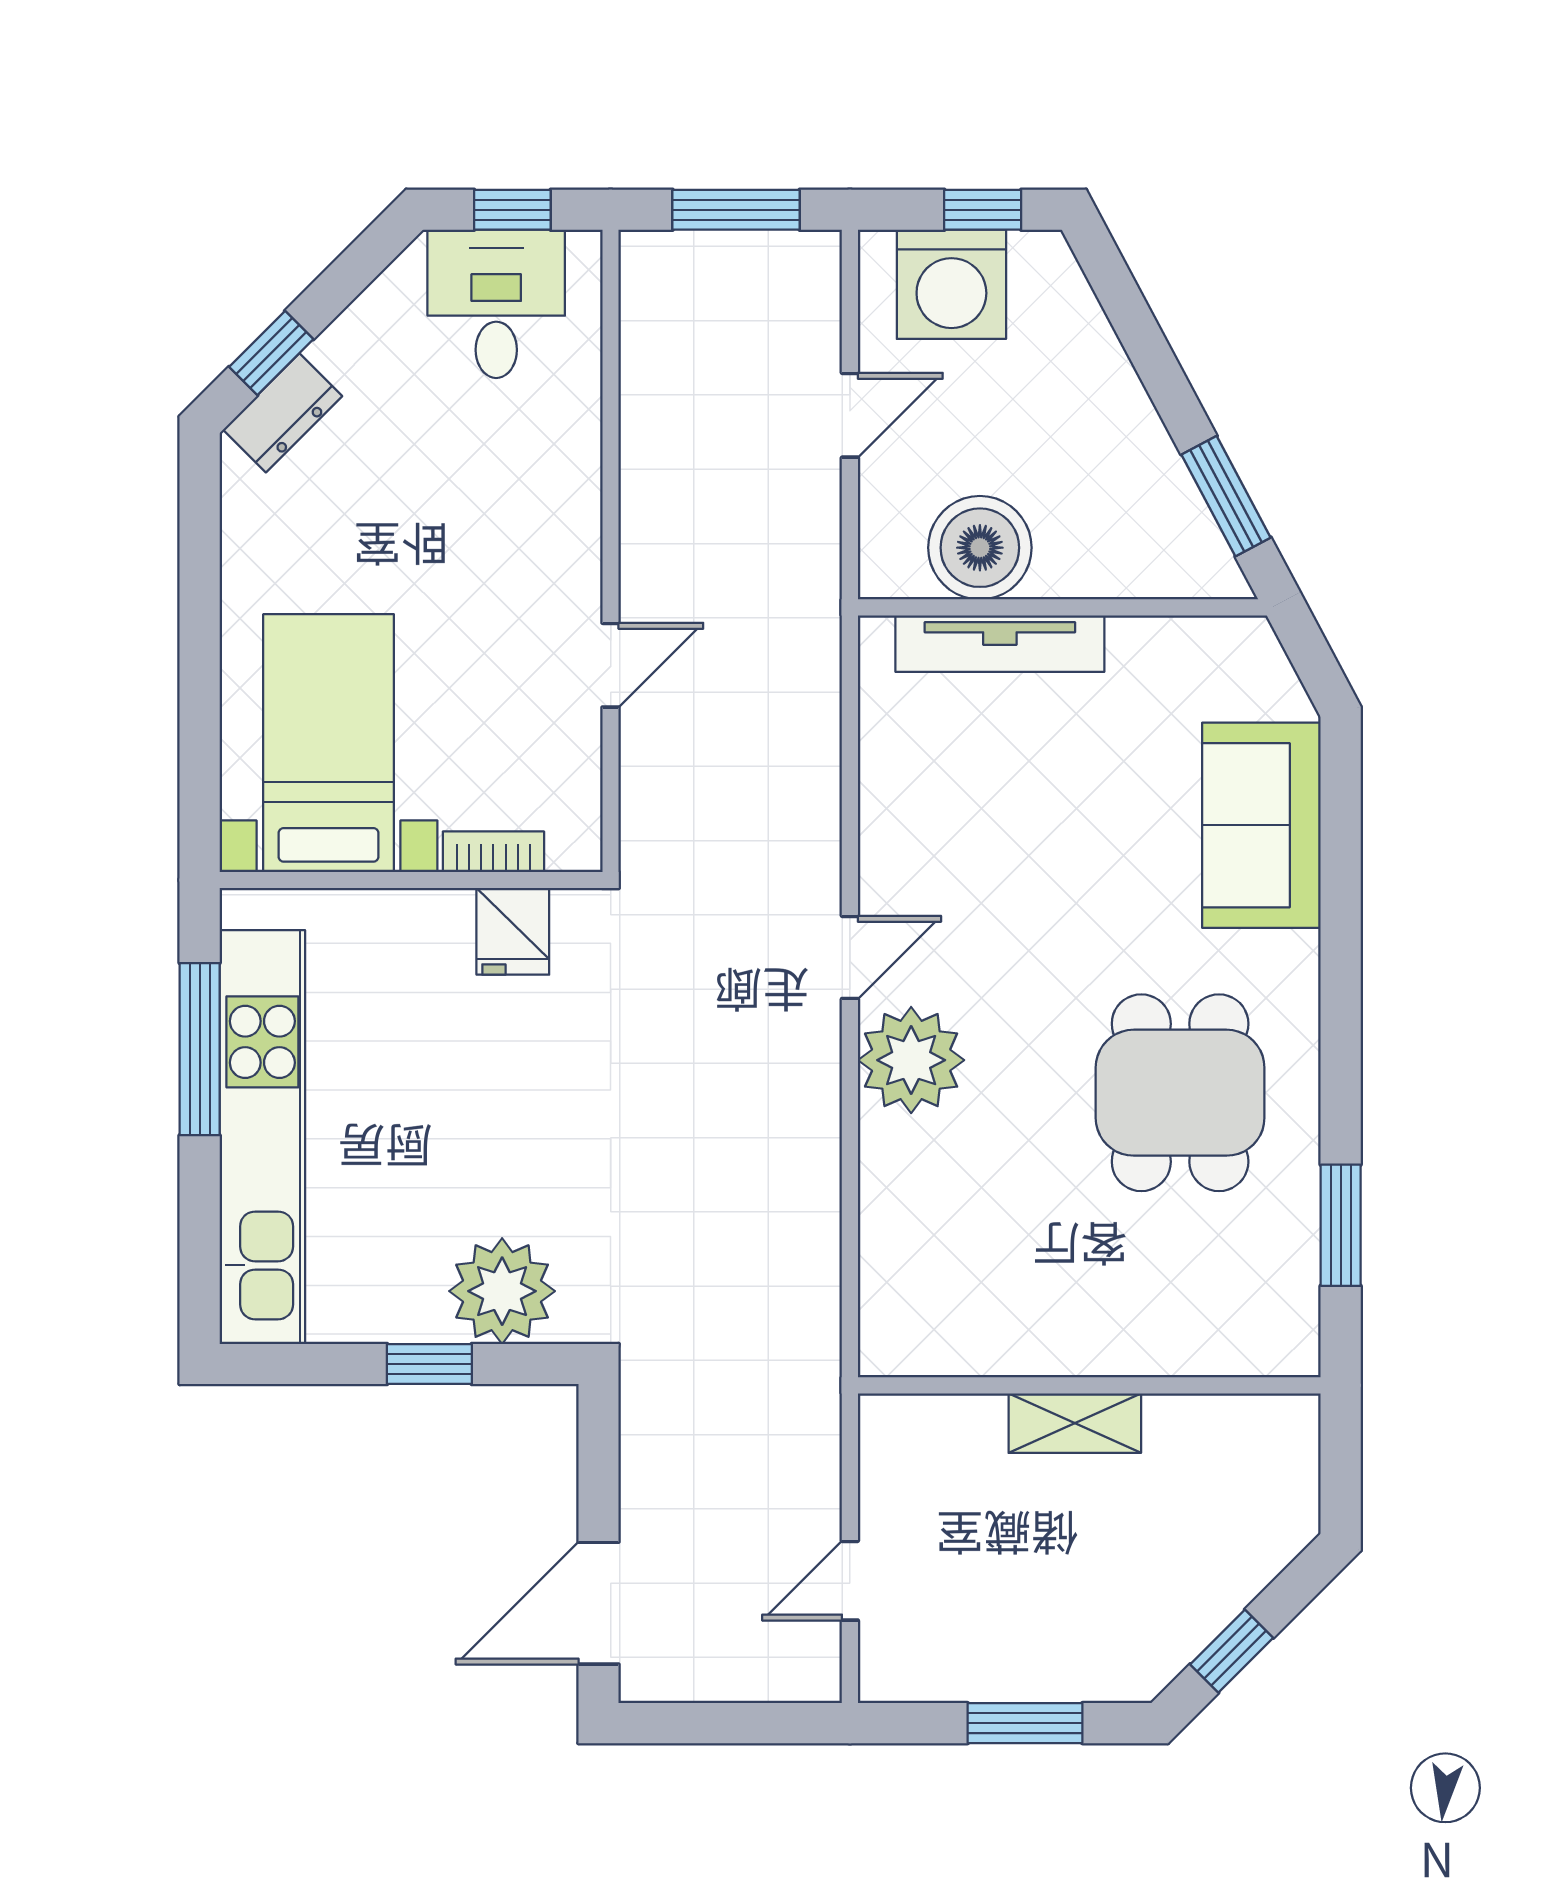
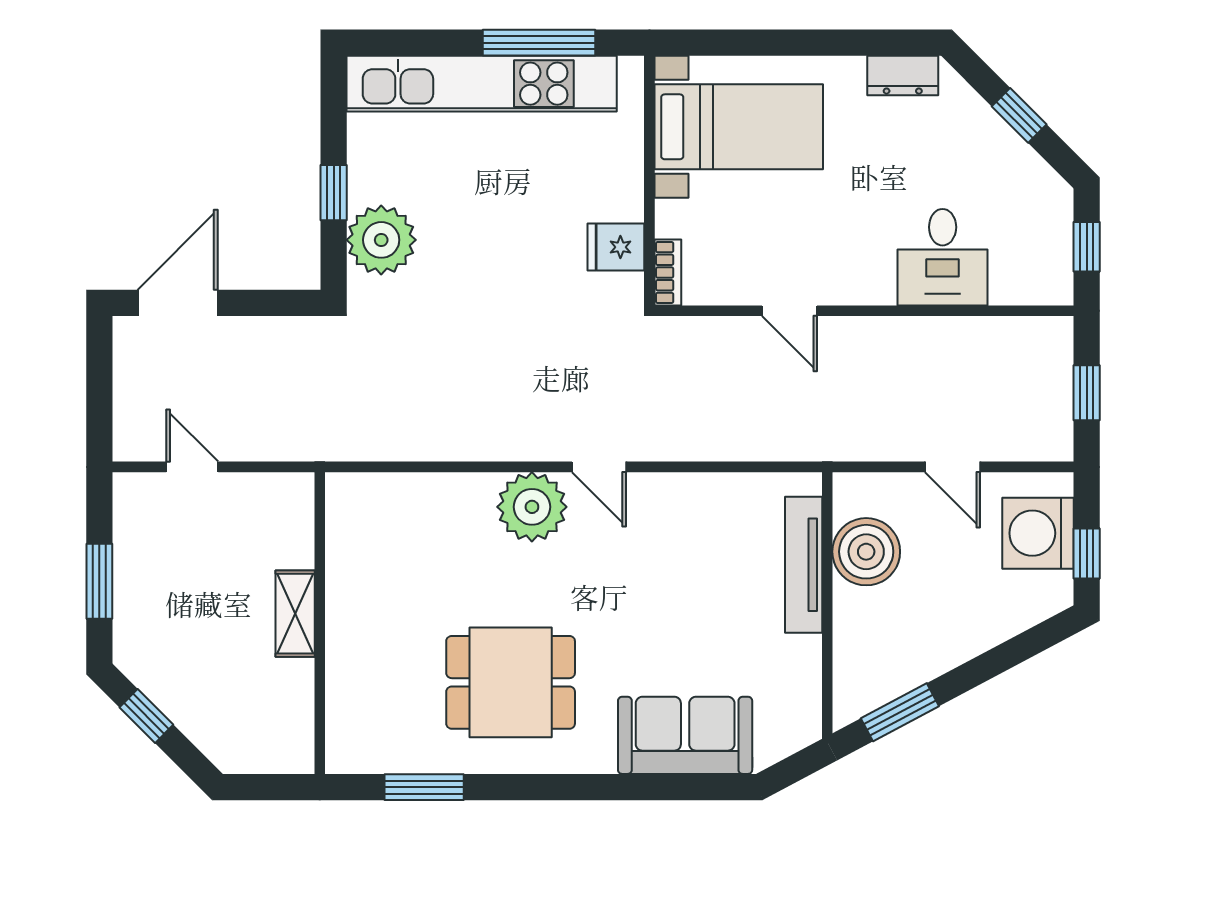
window: (736, 210) -> (1087, 393), width x0.67
desk: (496, 304) -> (943, 257), moved, turned 90
window: (271, 353) -> (1019, 115), moved
dresser: (283, 413) -> (903, 76), moved, turned -45
bookcase: (493, 852) -> (668, 273), moved
door: (599, 1603) -> (178, 303), hinge flipped

